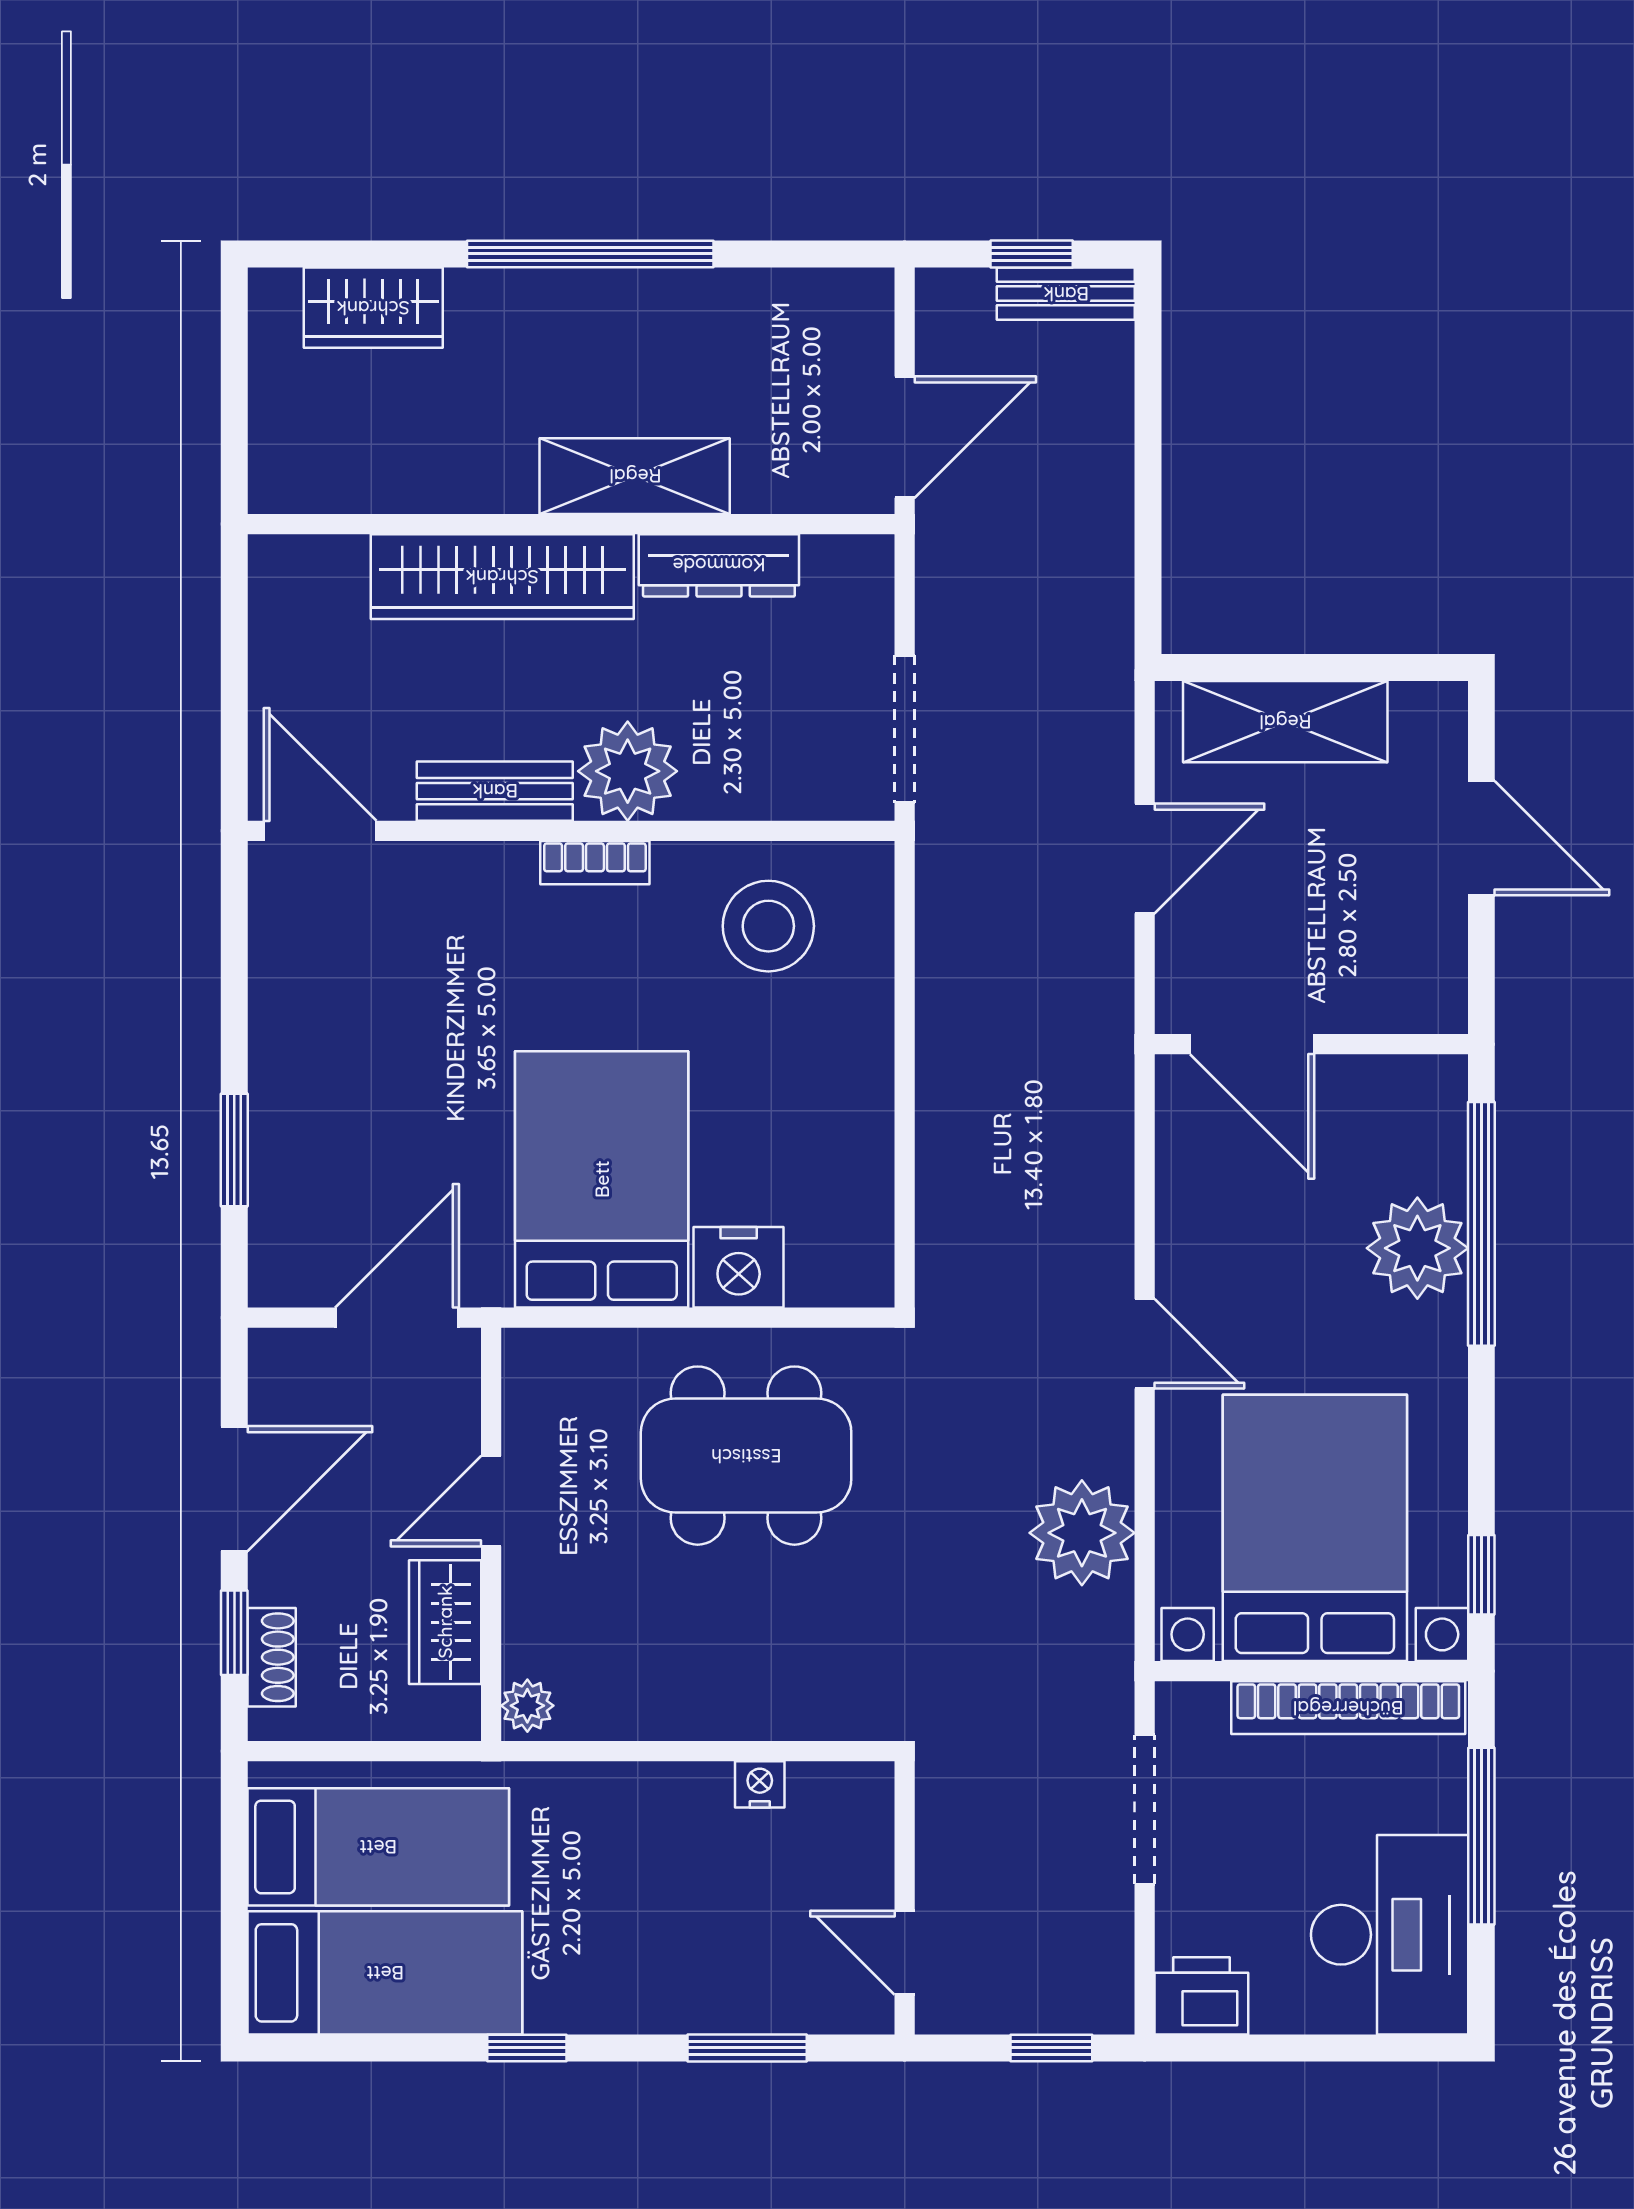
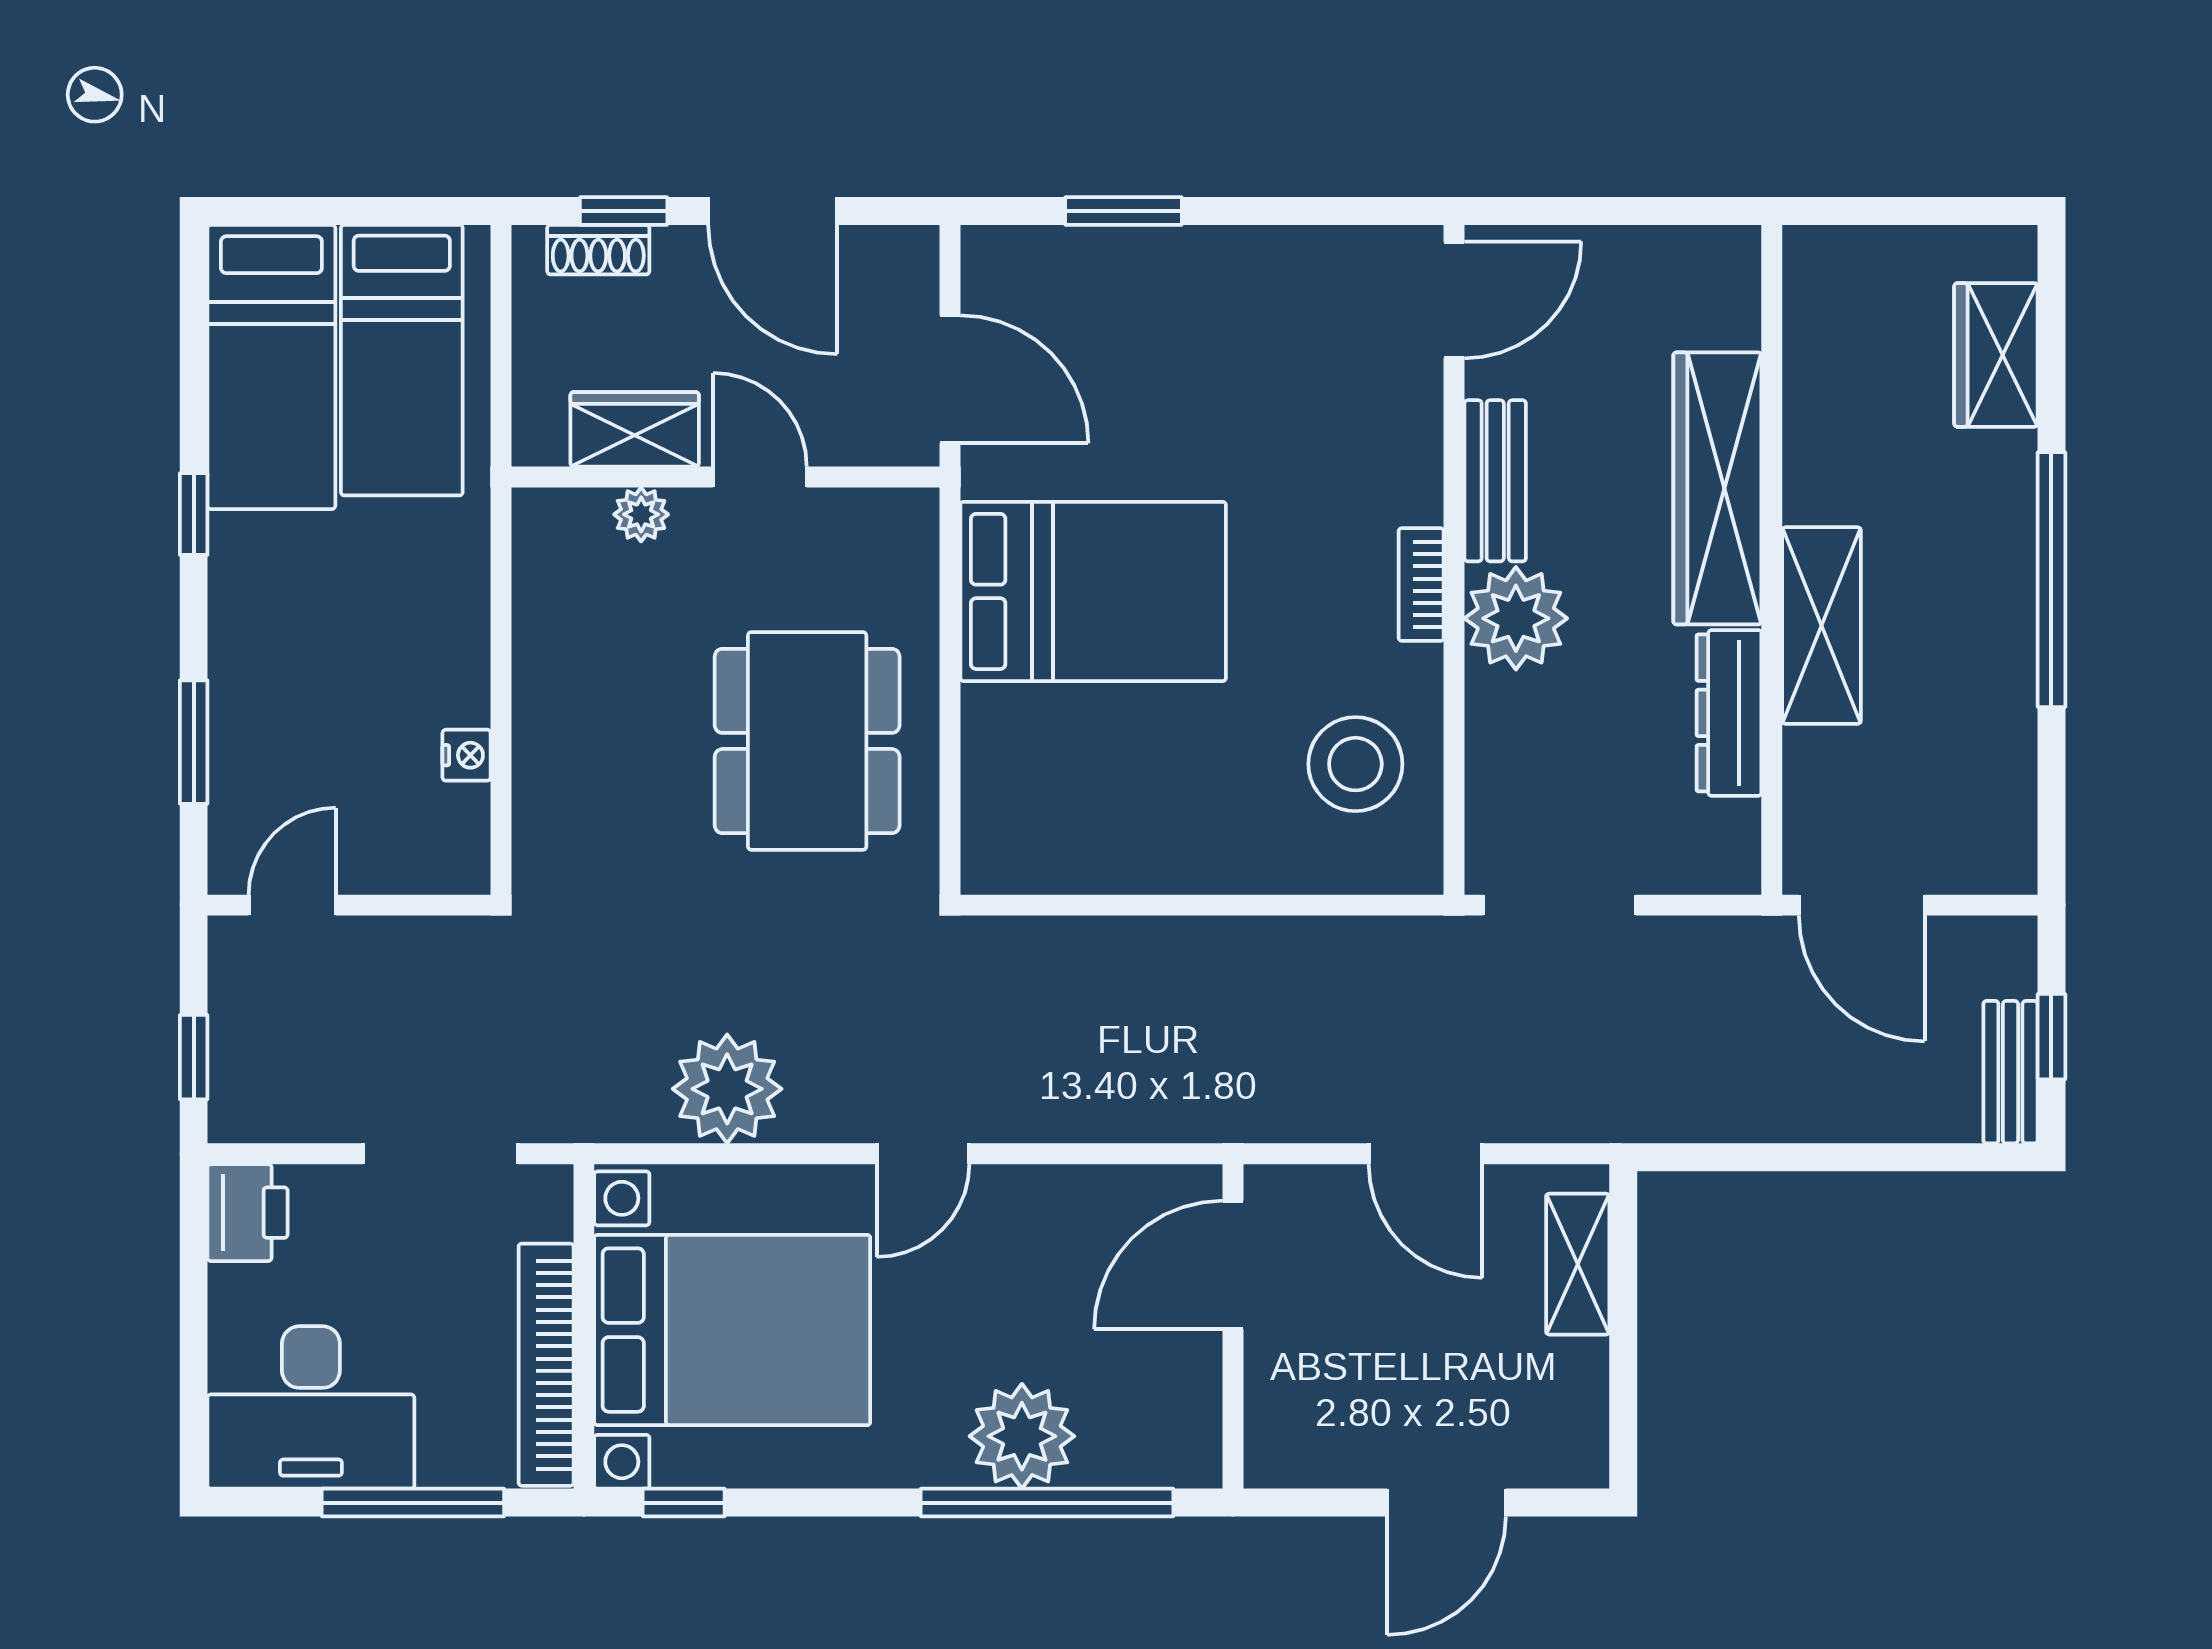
shelving: (1285, 722) -> (1578, 1264), width x0.67, depth x0.75
nightstand: (739, 1267) -> (1002, 733), removed
plant: (527, 1706) -> (641, 514), moved

